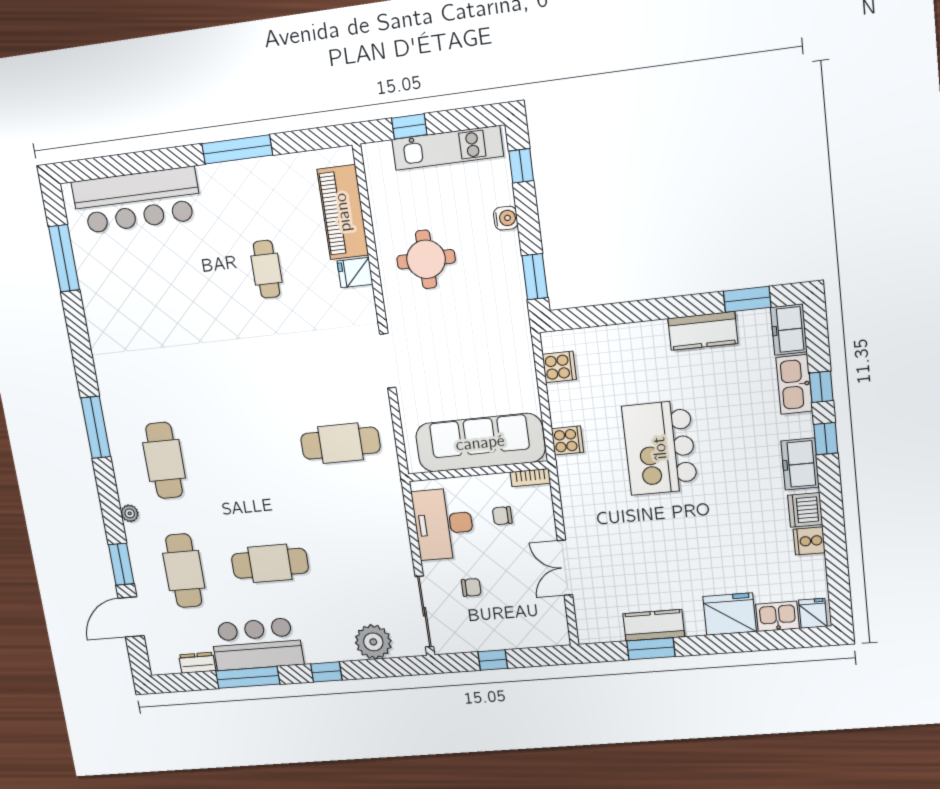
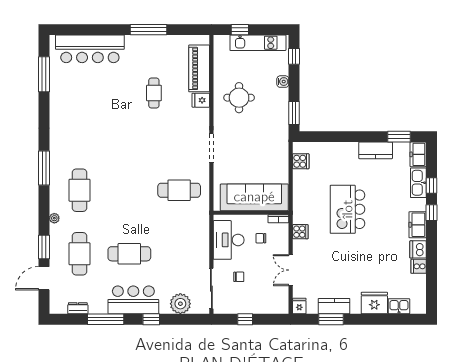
cooker: (567, 440) -> (300, 232), moved
fridge: (813, 613) -> (299, 306), moved
bar counter: (257, 644) -> (133, 300), moved

